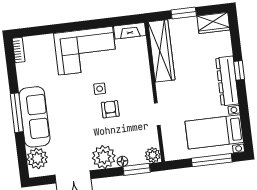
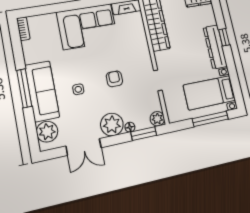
side table: (100, 89) -> (78, 89), moved

